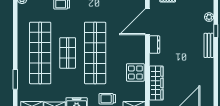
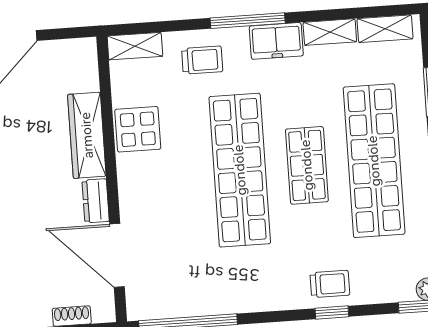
door: (147, 22) -> (117, 255), swing flipped
wardrobe: (156, 83) -> (87, 135), moved

